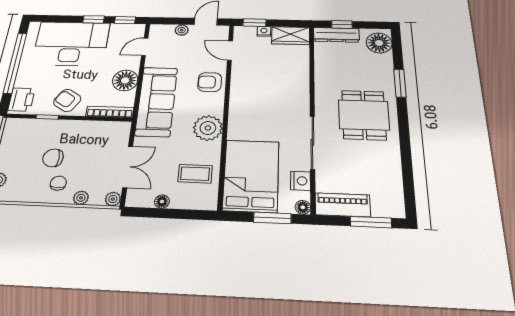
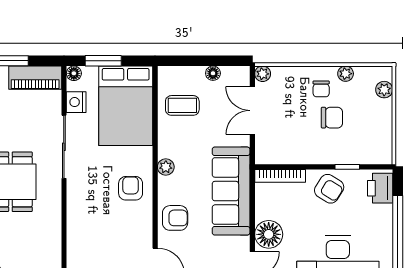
floor lamp: (125, 80) -> (269, 234), moved
armchair: (249, 106) -> (131, 188), added
plant: (208, 128) -> (166, 167), width x0.53, depth x0.53
plant: (81, 198) -> (346, 74), moved

